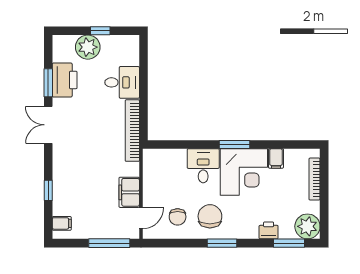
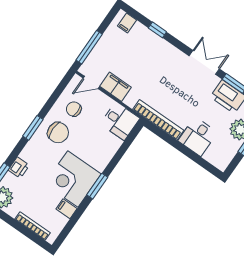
desk: (203, 166) -> (120, 121), moved
door: (141, 218) -> (91, 82), hinge flipped

